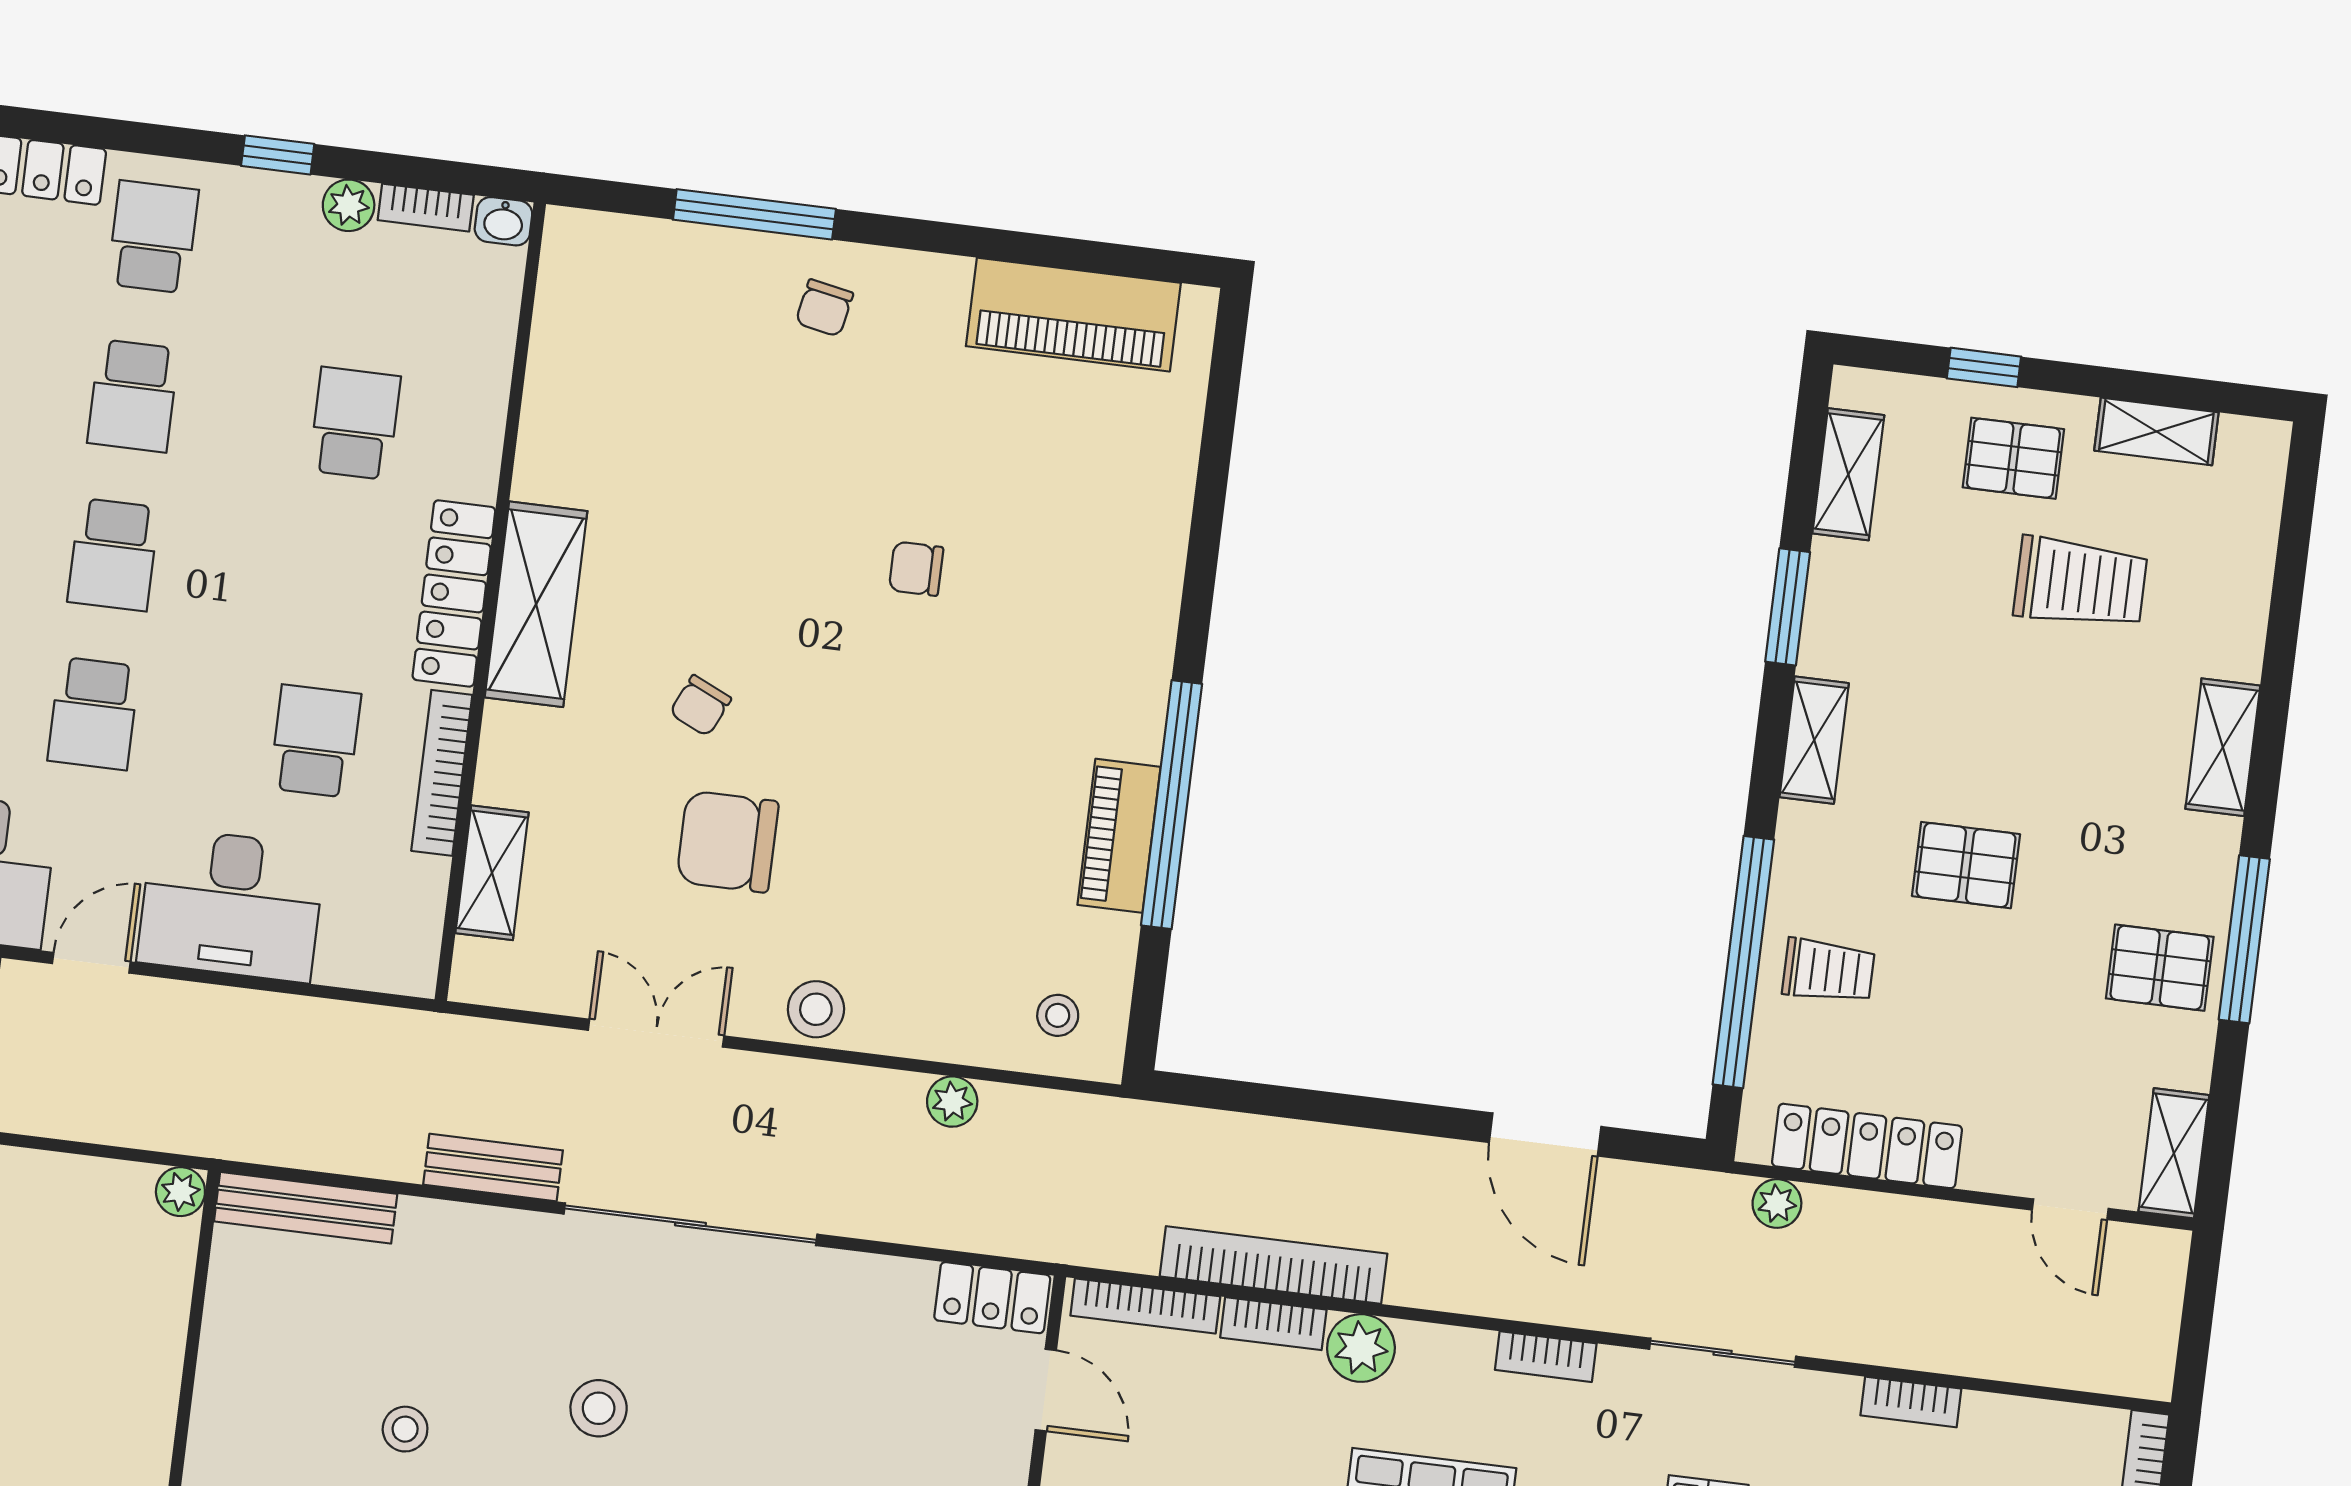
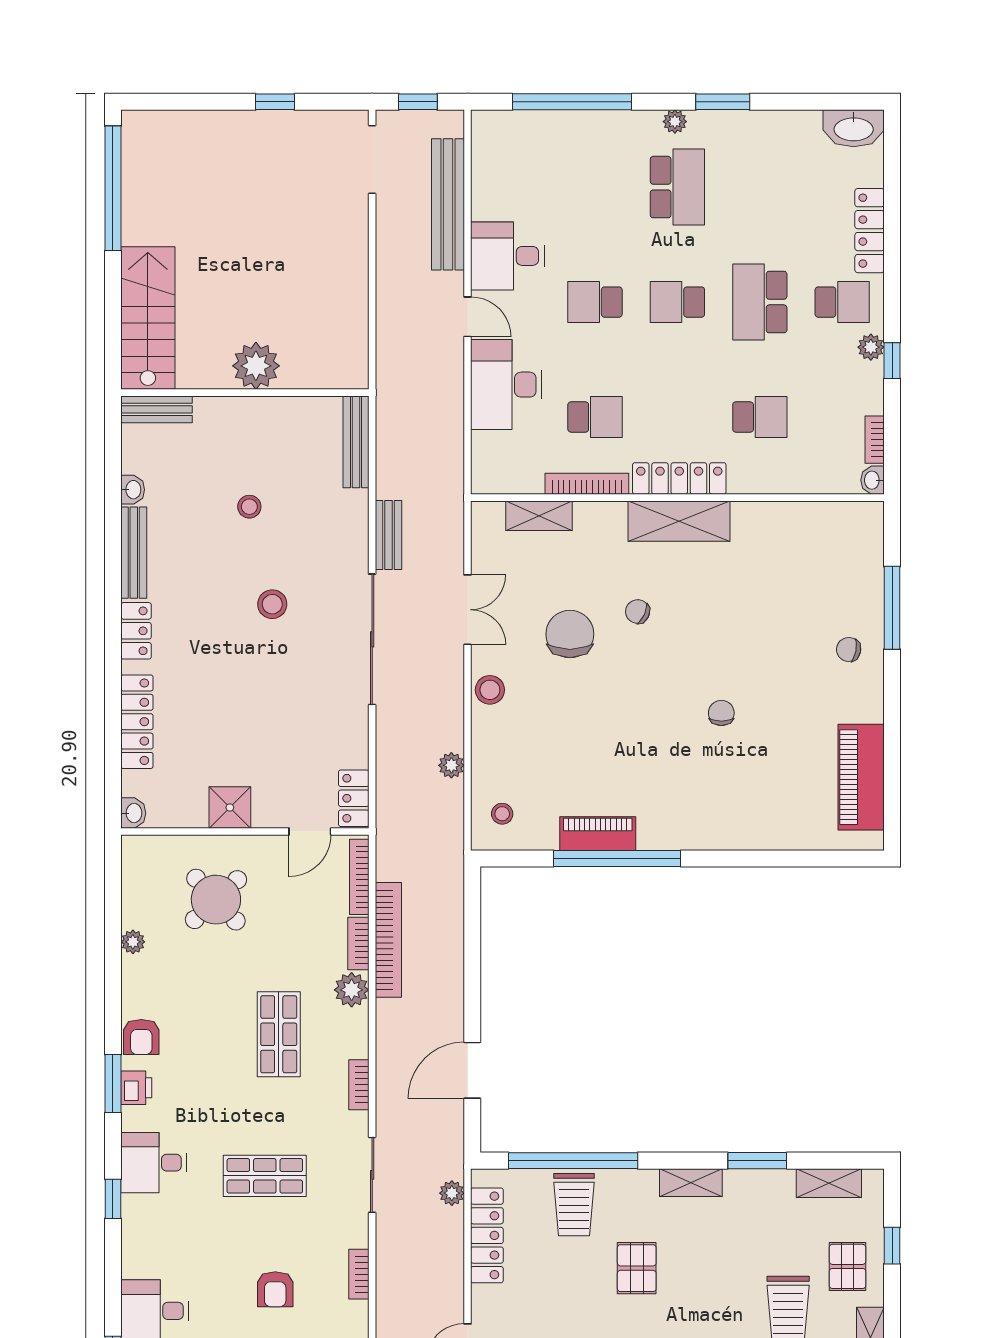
plant: (349, 205) -> (871, 347), moved
school desk: (133, 396) -> (760, 302), width x1.85
trolley: (1828, 971) -> (574, 1205), width x1.36, depth x1.39
plant: (180, 1192) -> (256, 366), moved, width x1.88, depth x1.88

